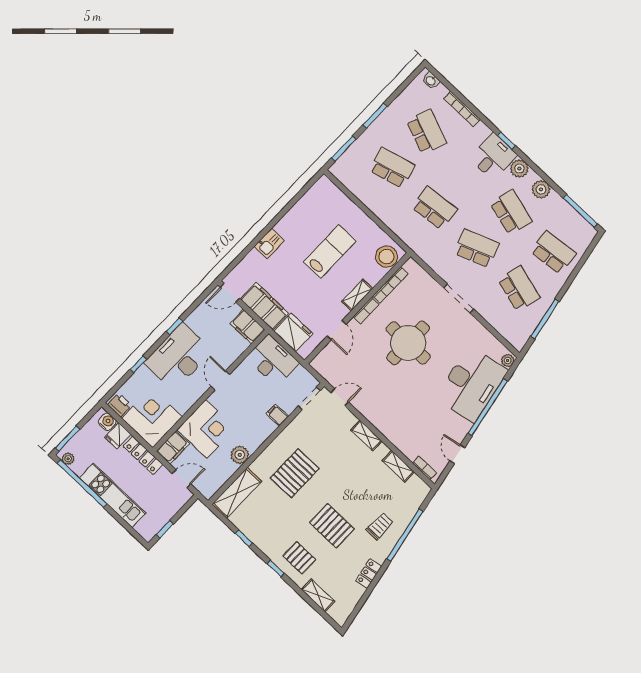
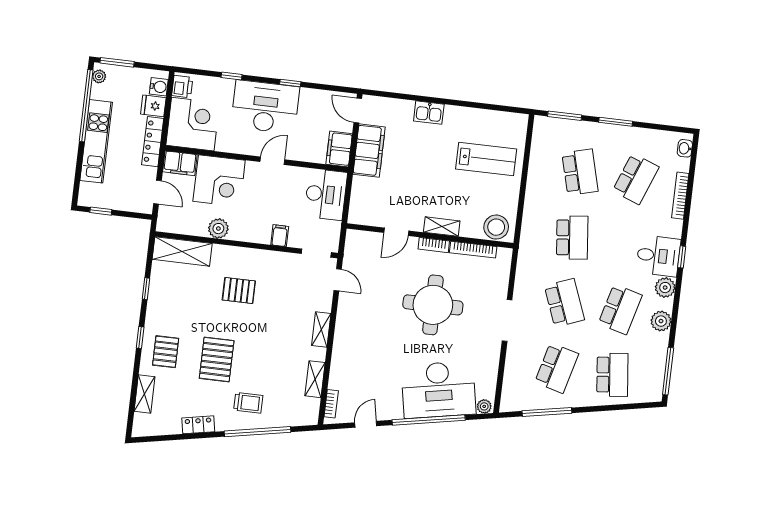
lab bench: (330, 251) -> (486, 159), moved
fridge: (293, 332) -> (365, 194), removed
pallet: (295, 473) -> (239, 290), width x0.67, depth x0.71

